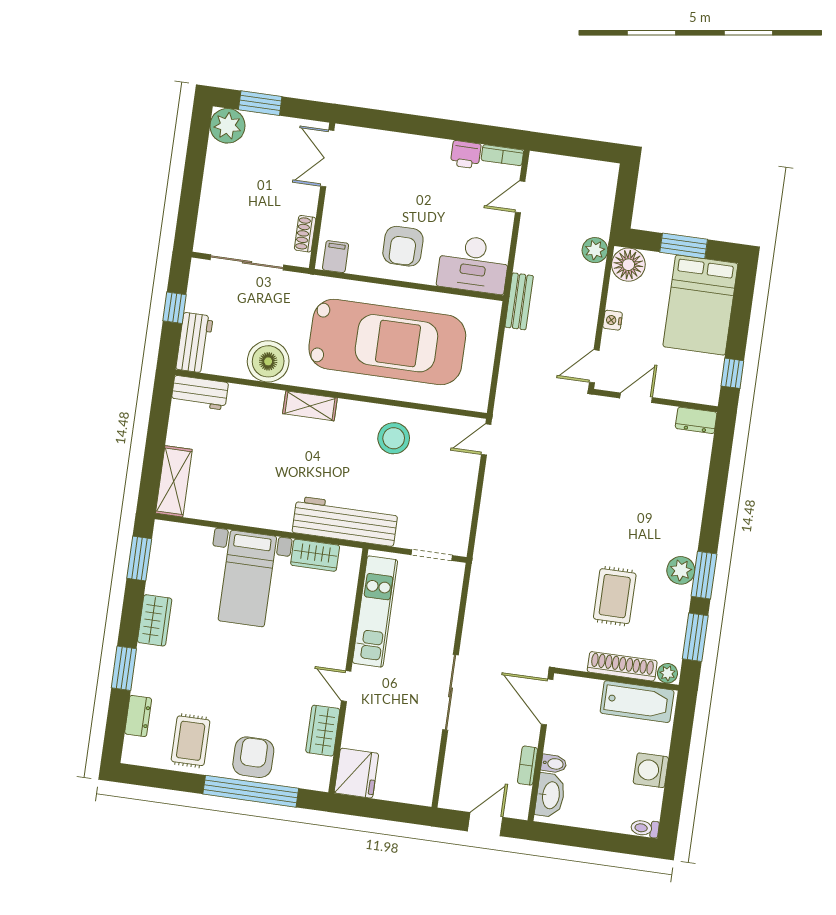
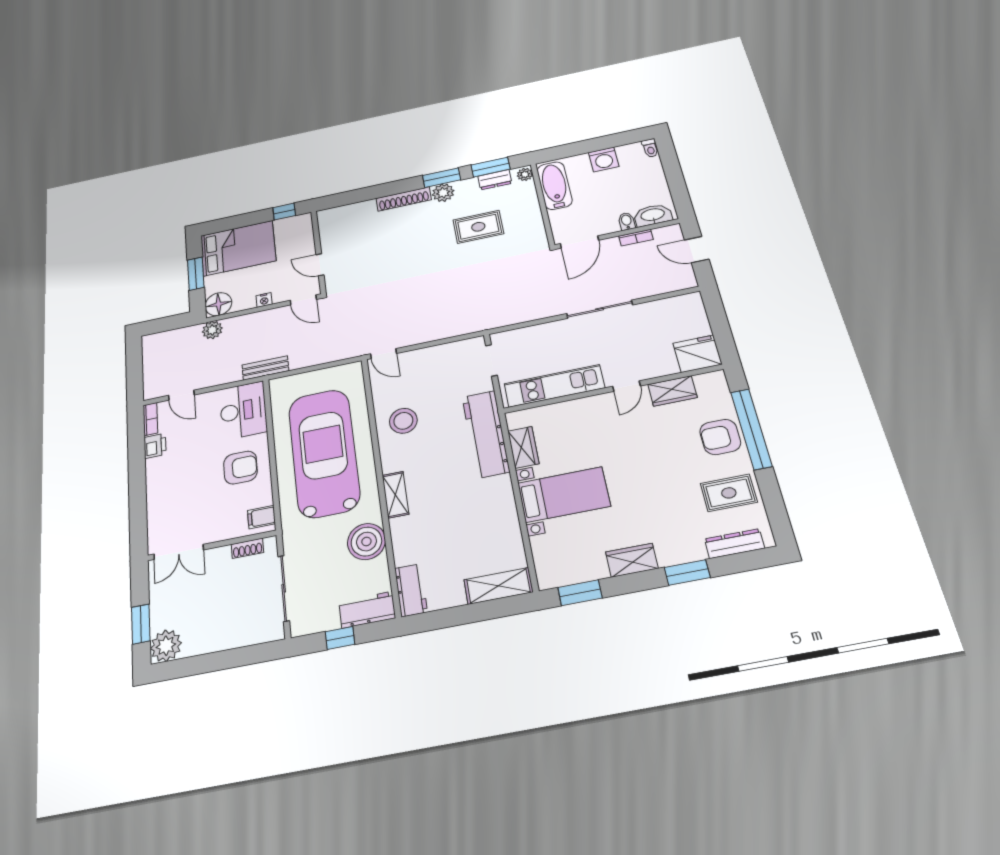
dresser: (696, 420) -> (495, 180), moved, turned 90
shoe rack: (622, 666) -> (404, 199), moved, turned -90
dresser: (138, 716) -> (734, 544), width x1.44

